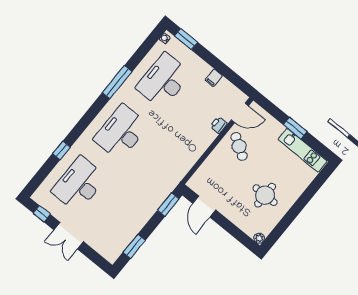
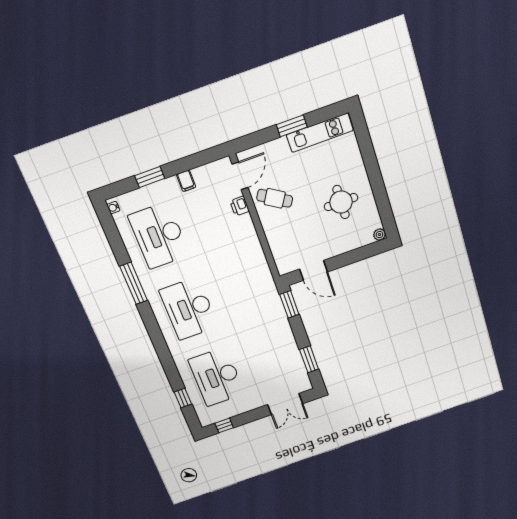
window: (186, 39) -> (150, 177), moved
window: (61, 150) -> (183, 398), moved
double door: (69, 236) -> (285, 404), moved

